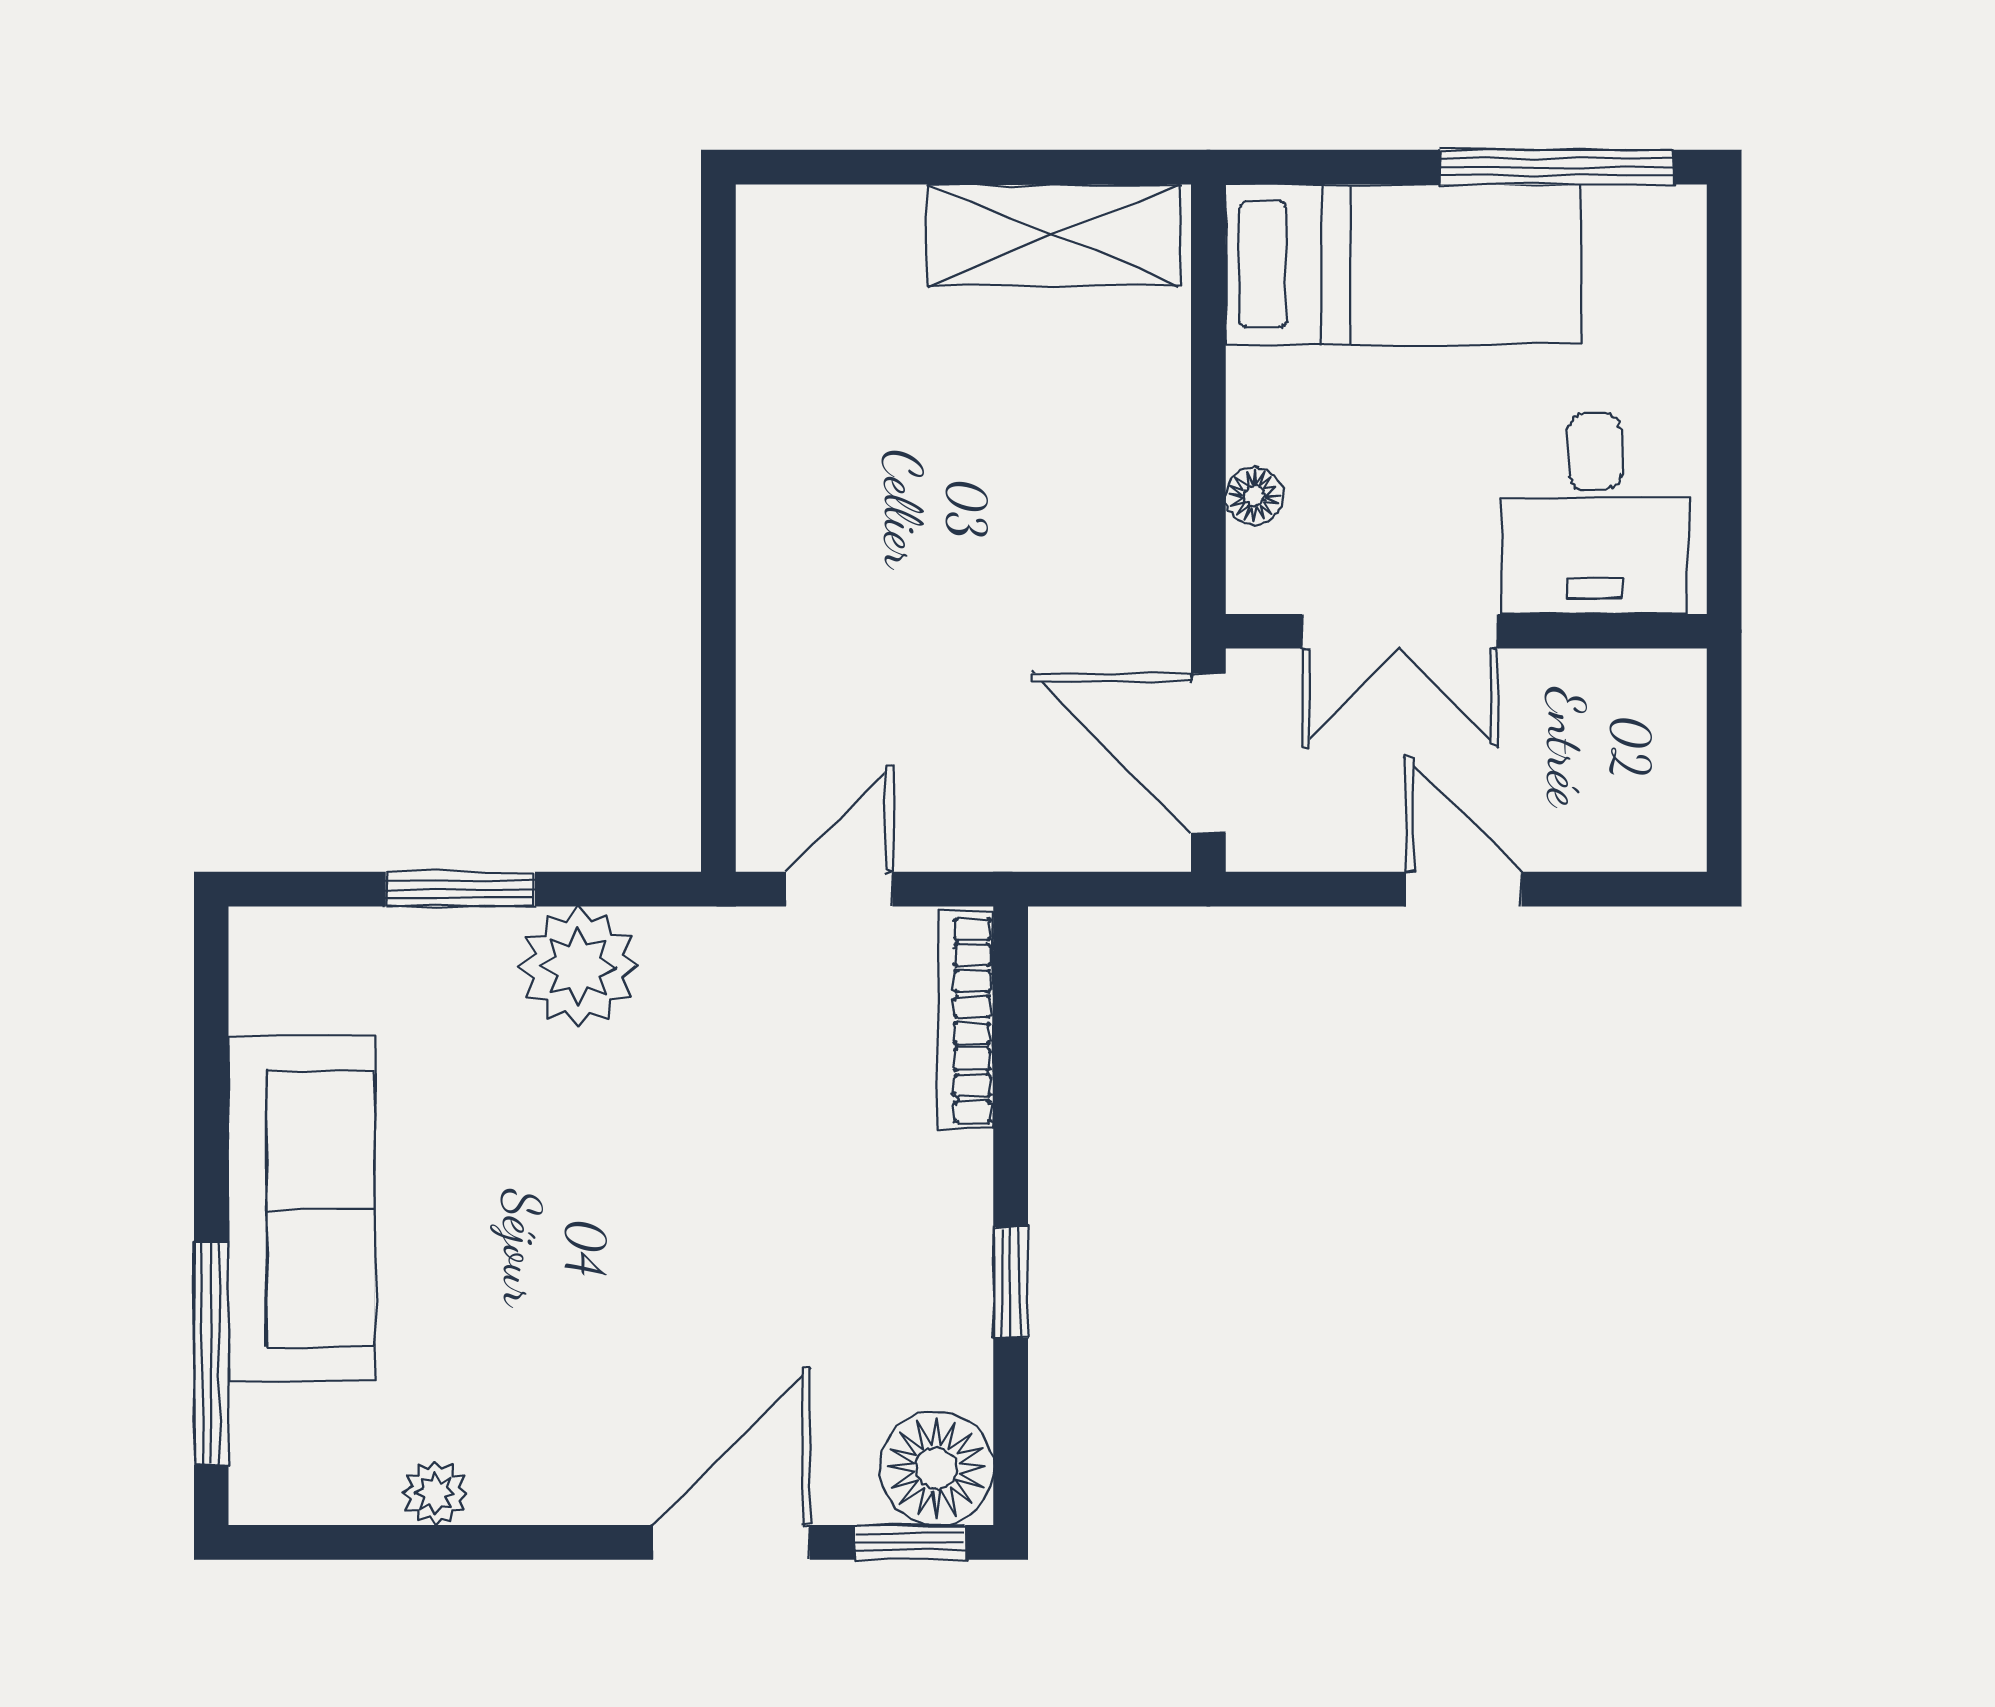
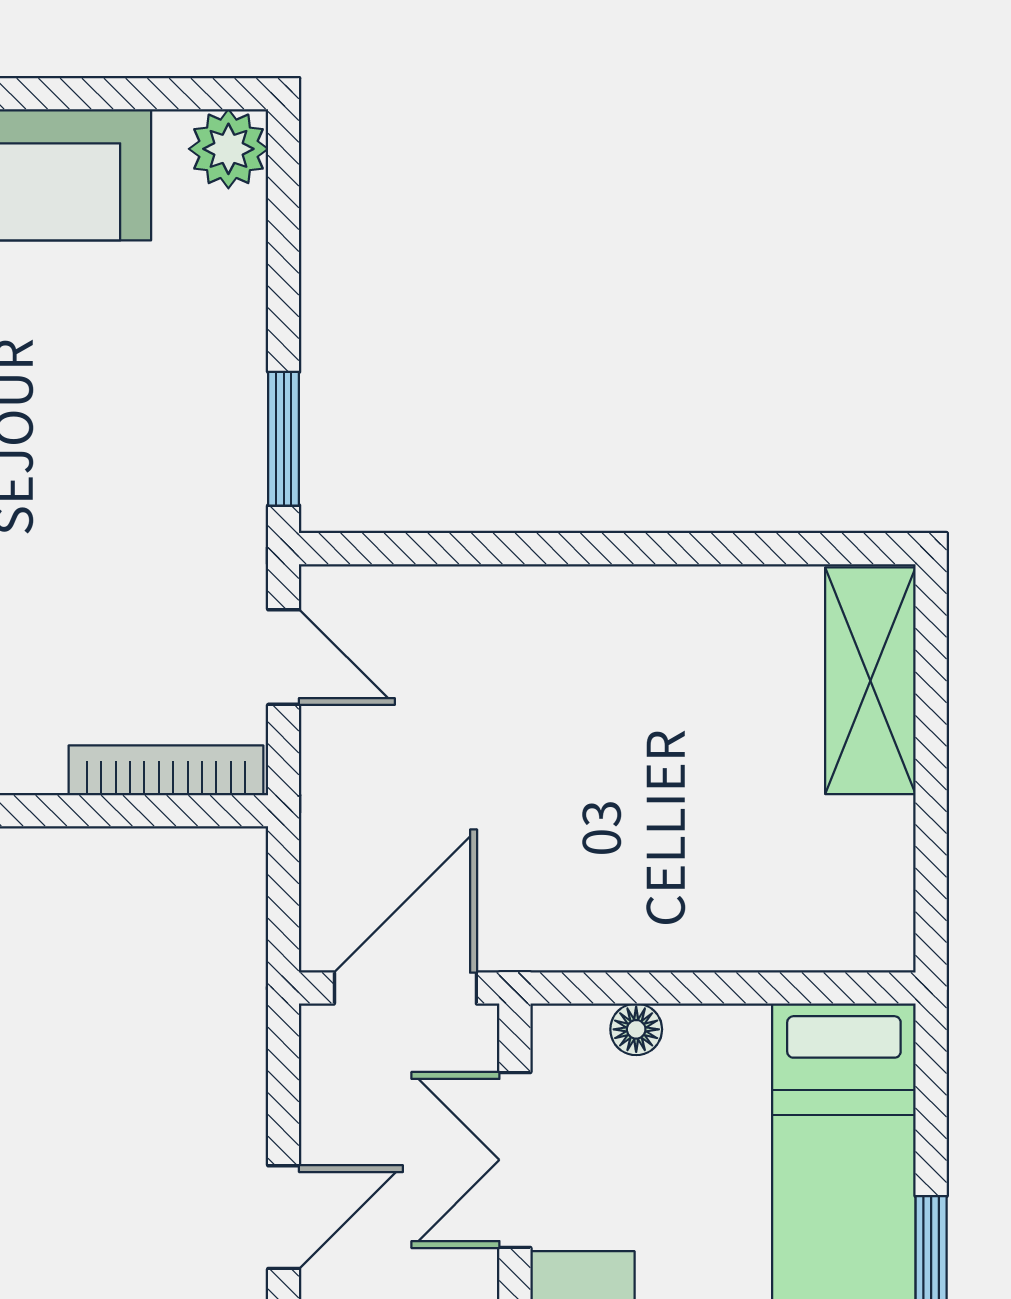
shelving: (1054, 235) -> (870, 681), moved
window: (460, 889) -> (284, 439), moved
plant: (578, 967) -> (228, 149), moved, width x0.73, depth x0.73

